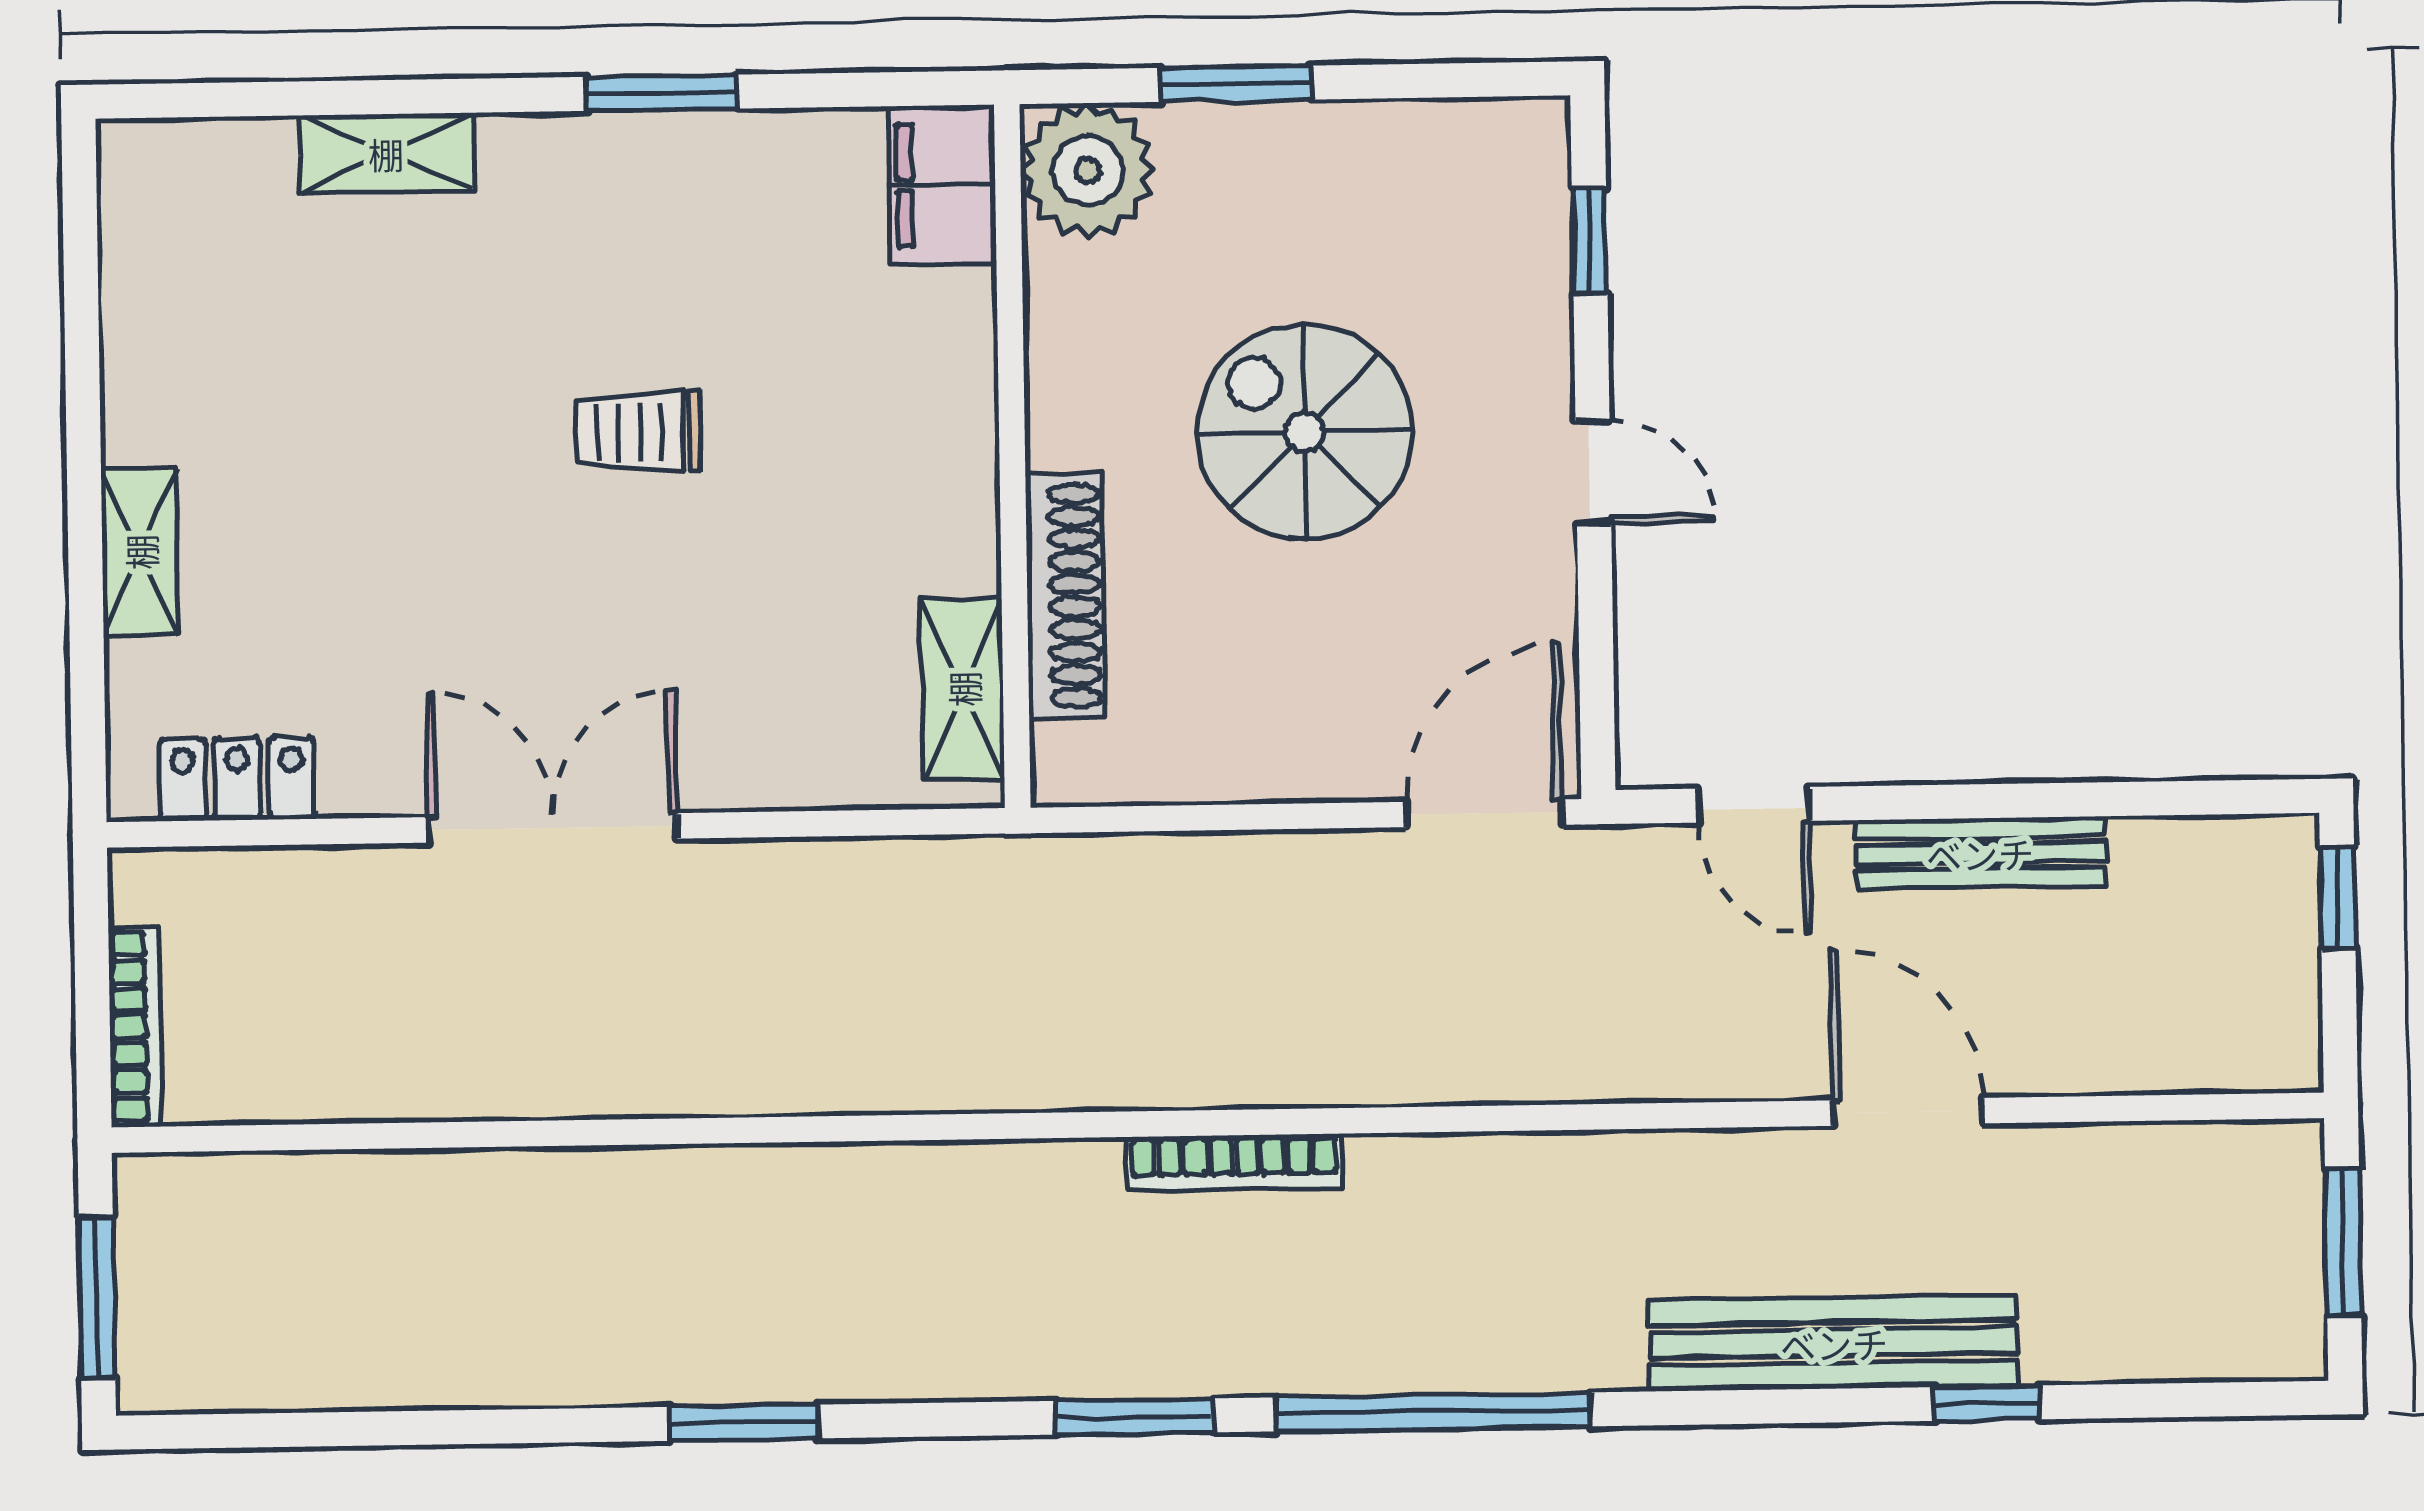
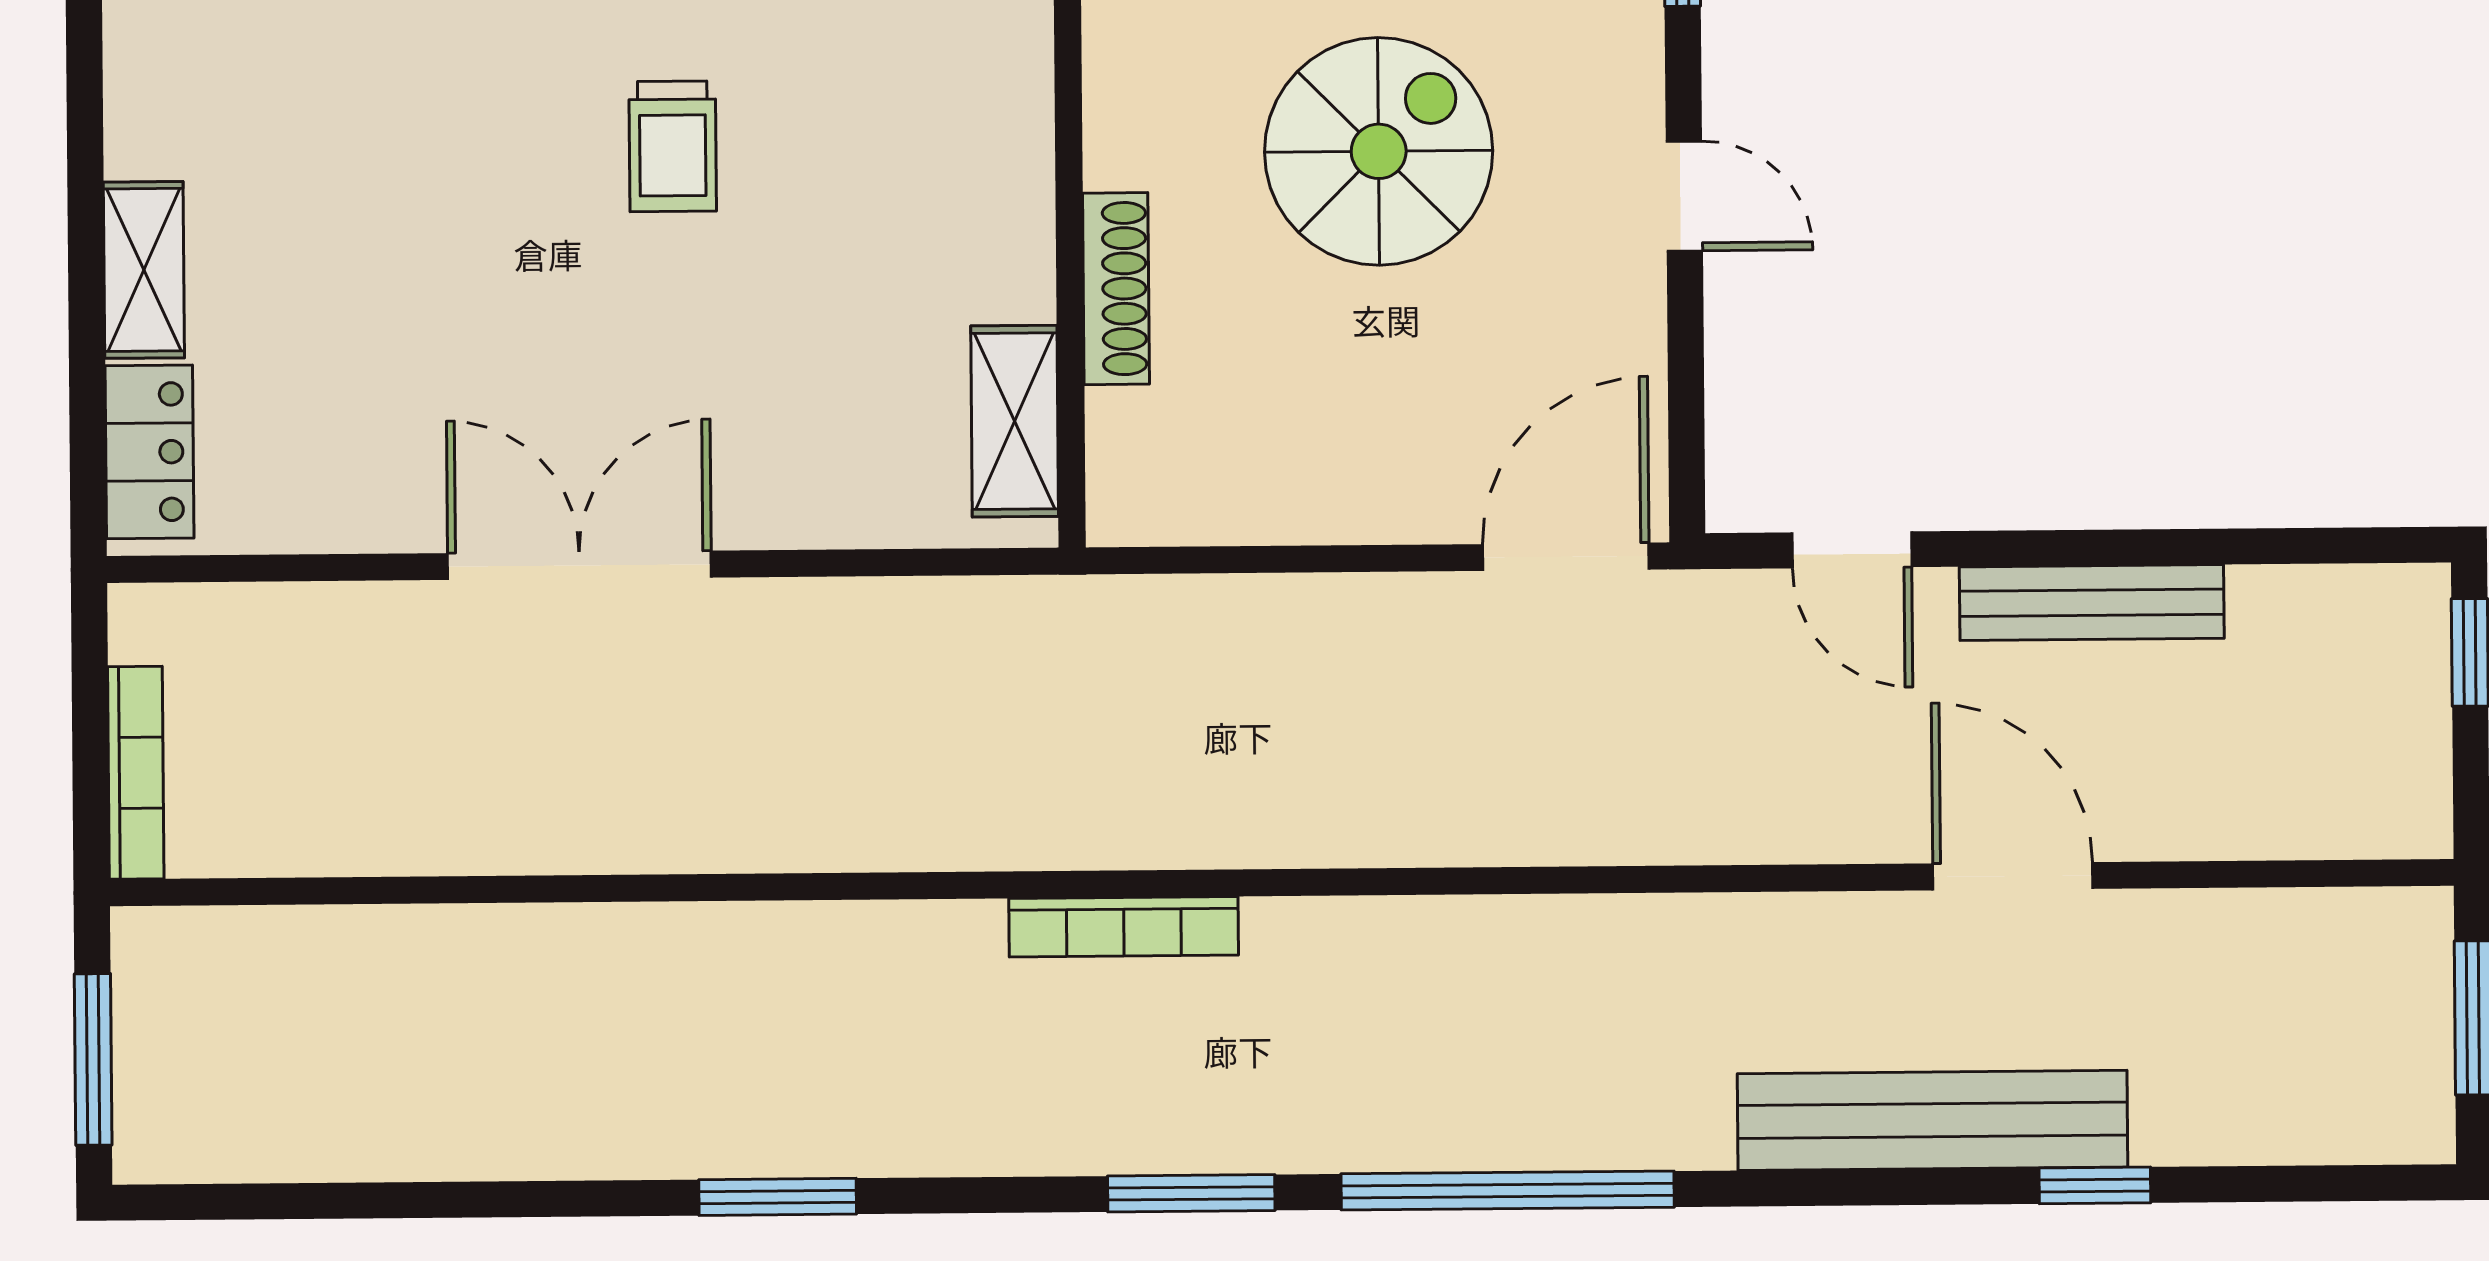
trolley: (638, 432) -> (673, 146), turned -90
spiral stairs: (1304, 432) -> (1379, 151), turned 90
shoe rack: (1065, 596) -> (1116, 289), width x0.74, depth x0.81
locker: (237, 779) -> (150, 452), moved, turned 90
bookcase: (1234, 1163) -> (1124, 927), moved

